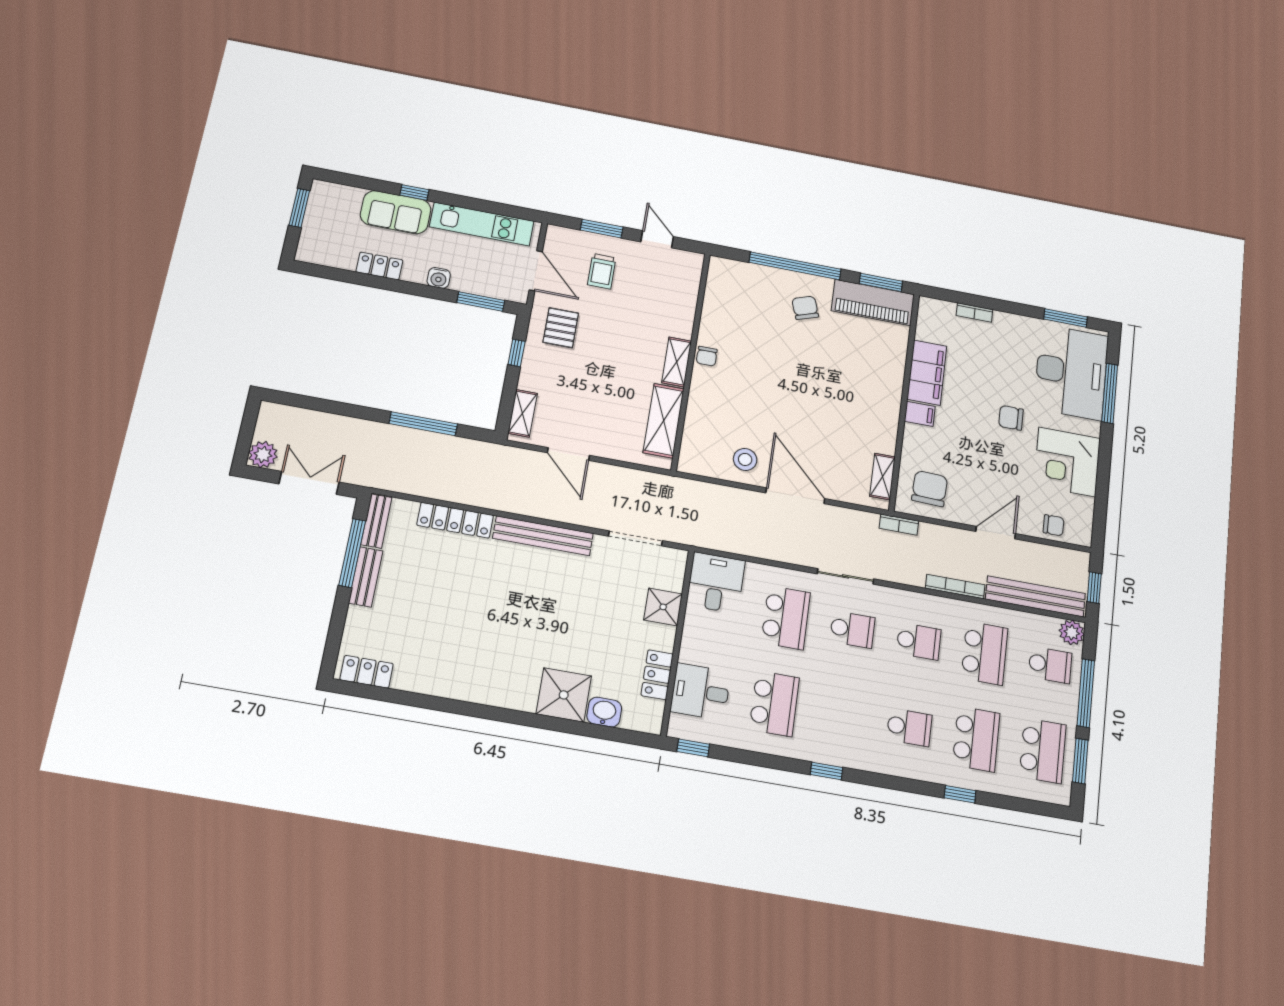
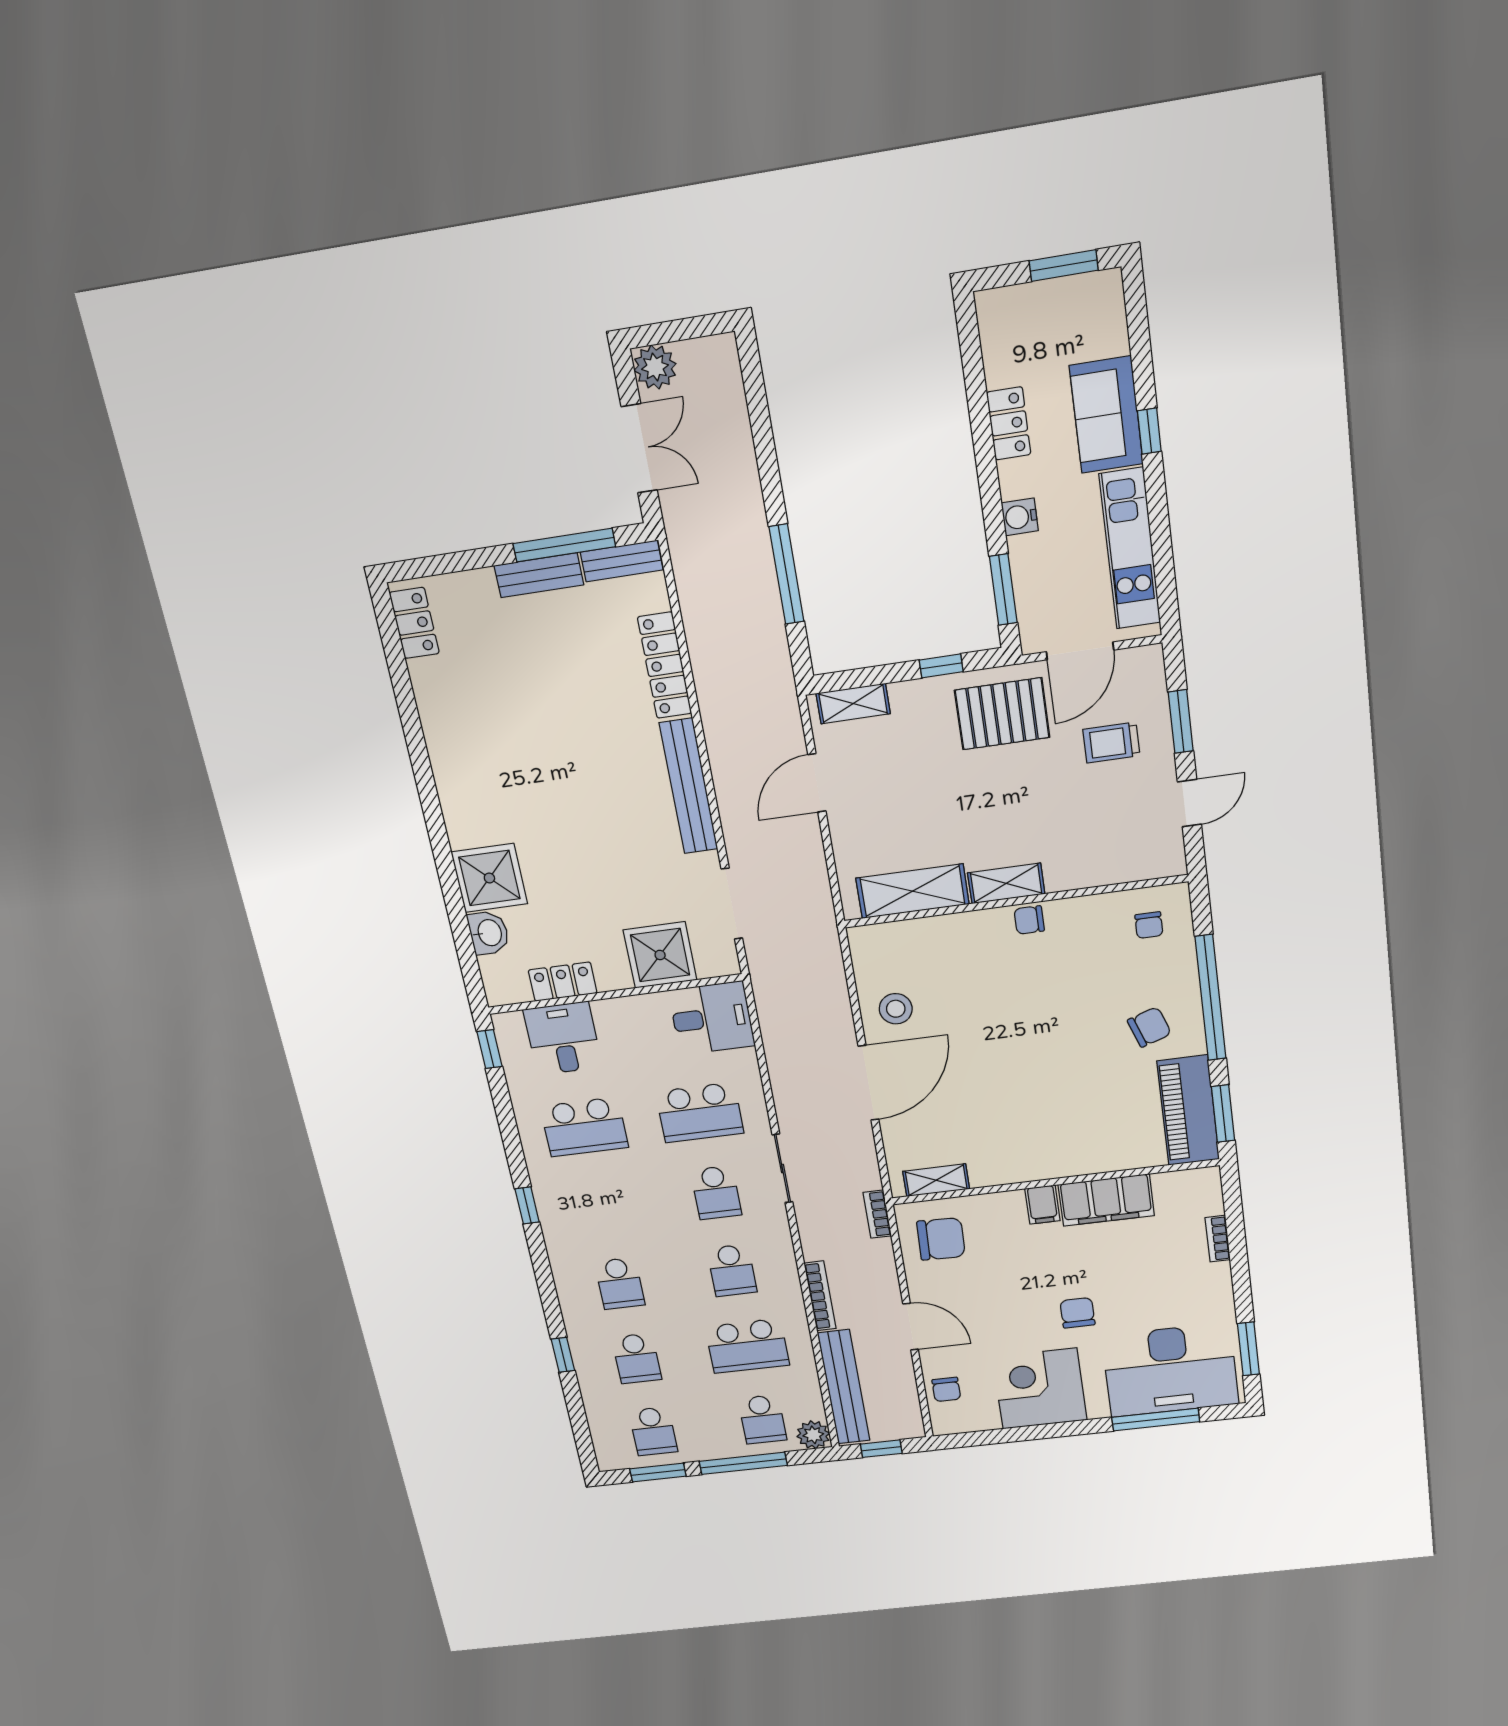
chair: (733, 287) -> (1149, 925), added
pallet: (561, 328) -> (1002, 714), width x1.50, depth x1.42
shower: (663, 607) -> (660, 955), width x1.36, depth x1.36
school desk: (976, 739) -> (637, 1358), width x0.54
school desk: (1043, 751) -> (653, 1431), width x0.54

